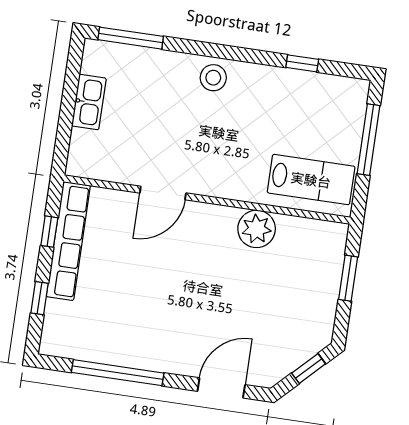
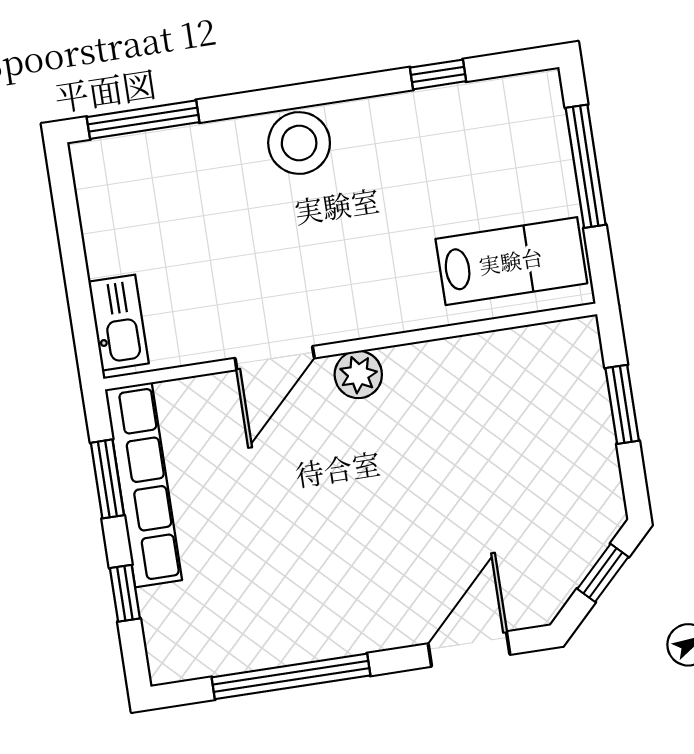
stool: (213, 78) -> (299, 143), width x1.38, depth x1.38
kitchen sink: (89, 102) -> (119, 323), moved
plant: (257, 229) -> (358, 375), moved, width x0.73, depth x0.73
window: (49, 232) -> (107, 479), width x1.50

